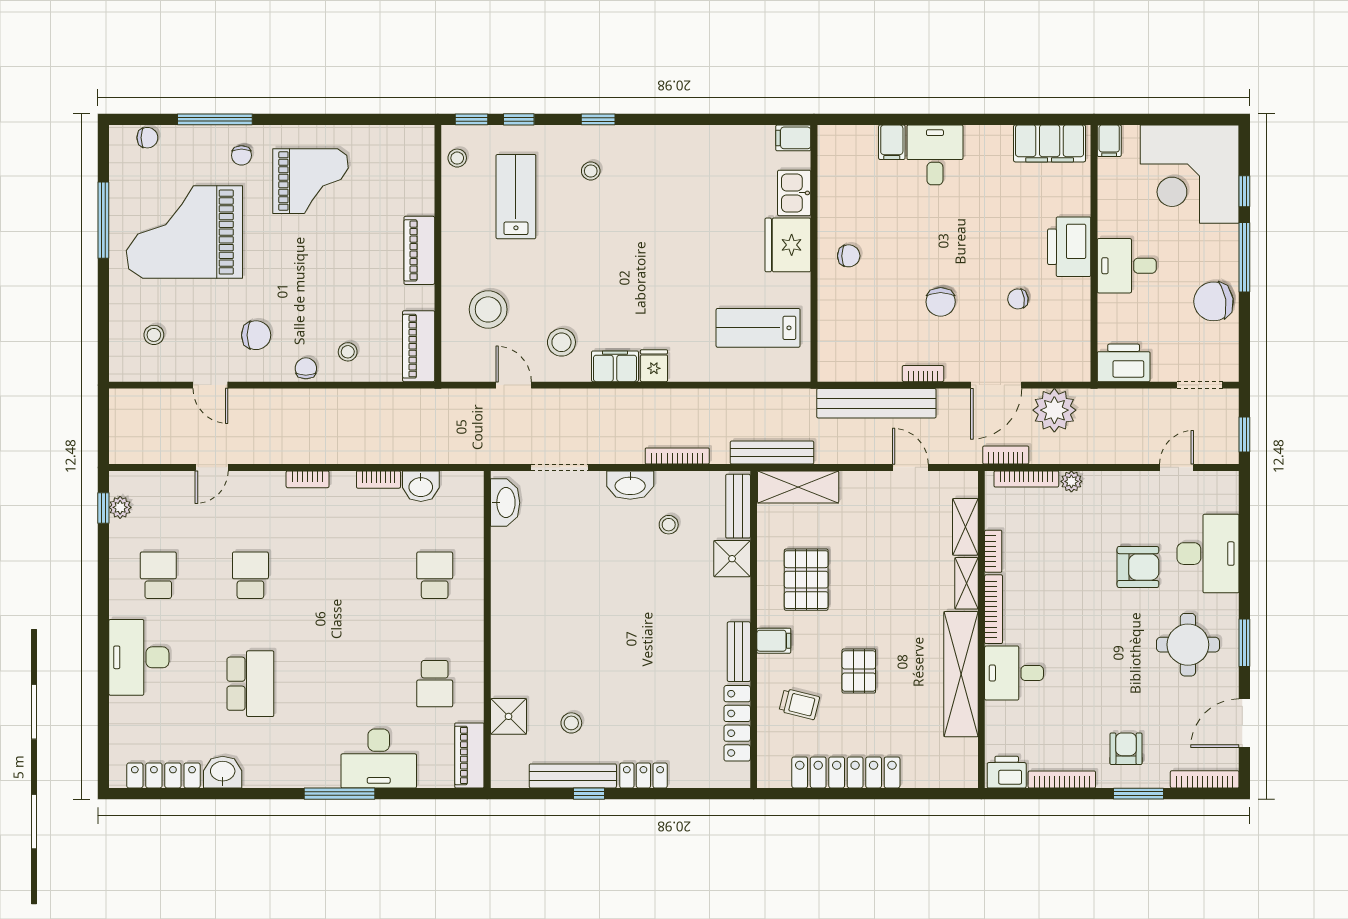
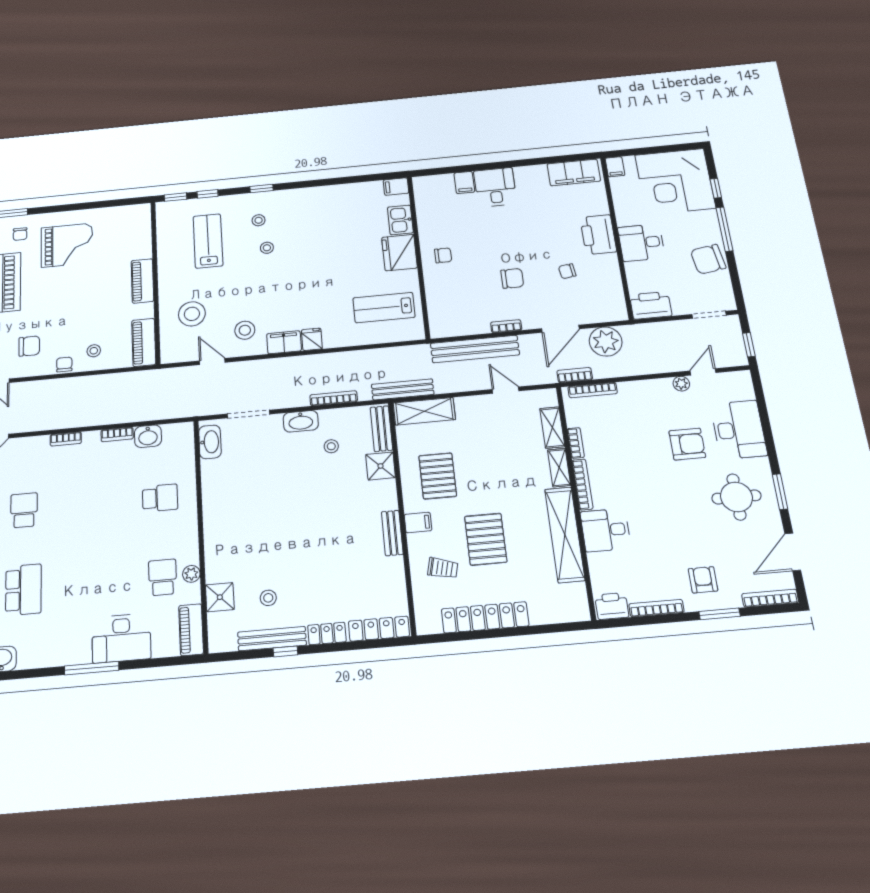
stool: (457, 158) -> (267, 248), moved
chair: (941, 302) -> (512, 278), turned -90
plant: (1071, 481) -> (681, 384), moved
school desk: (435, 575) -> (160, 498), turned 90
pallet: (859, 671) -> (486, 539), width x1.50, depth x1.42
plant: (473, 682) -> (191, 574), added
school desk: (435, 684) -> (163, 577), turned 180
locker: (737, 723) -> (379, 629), moved, turned 90

